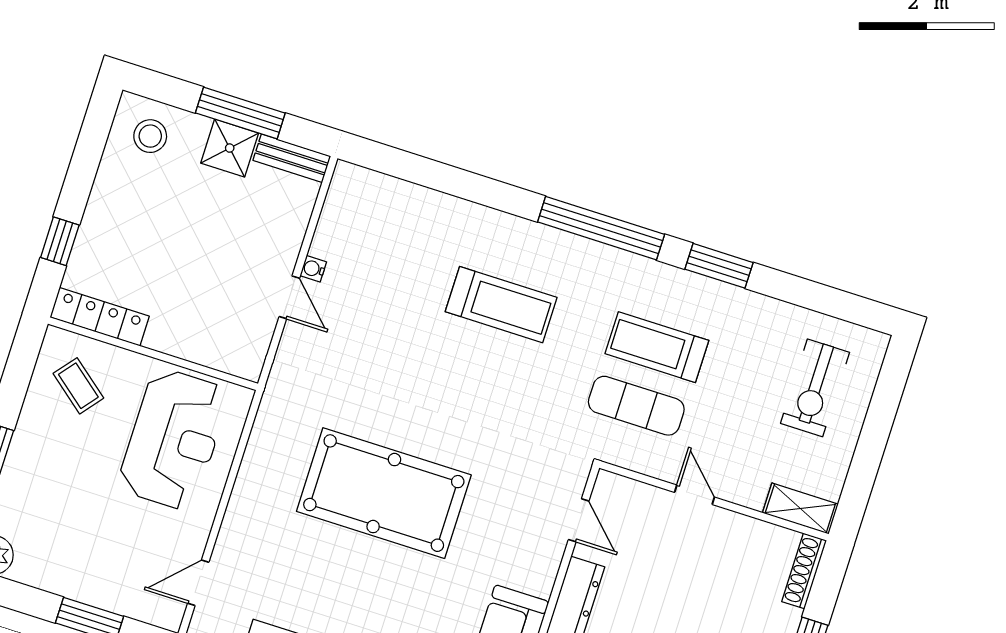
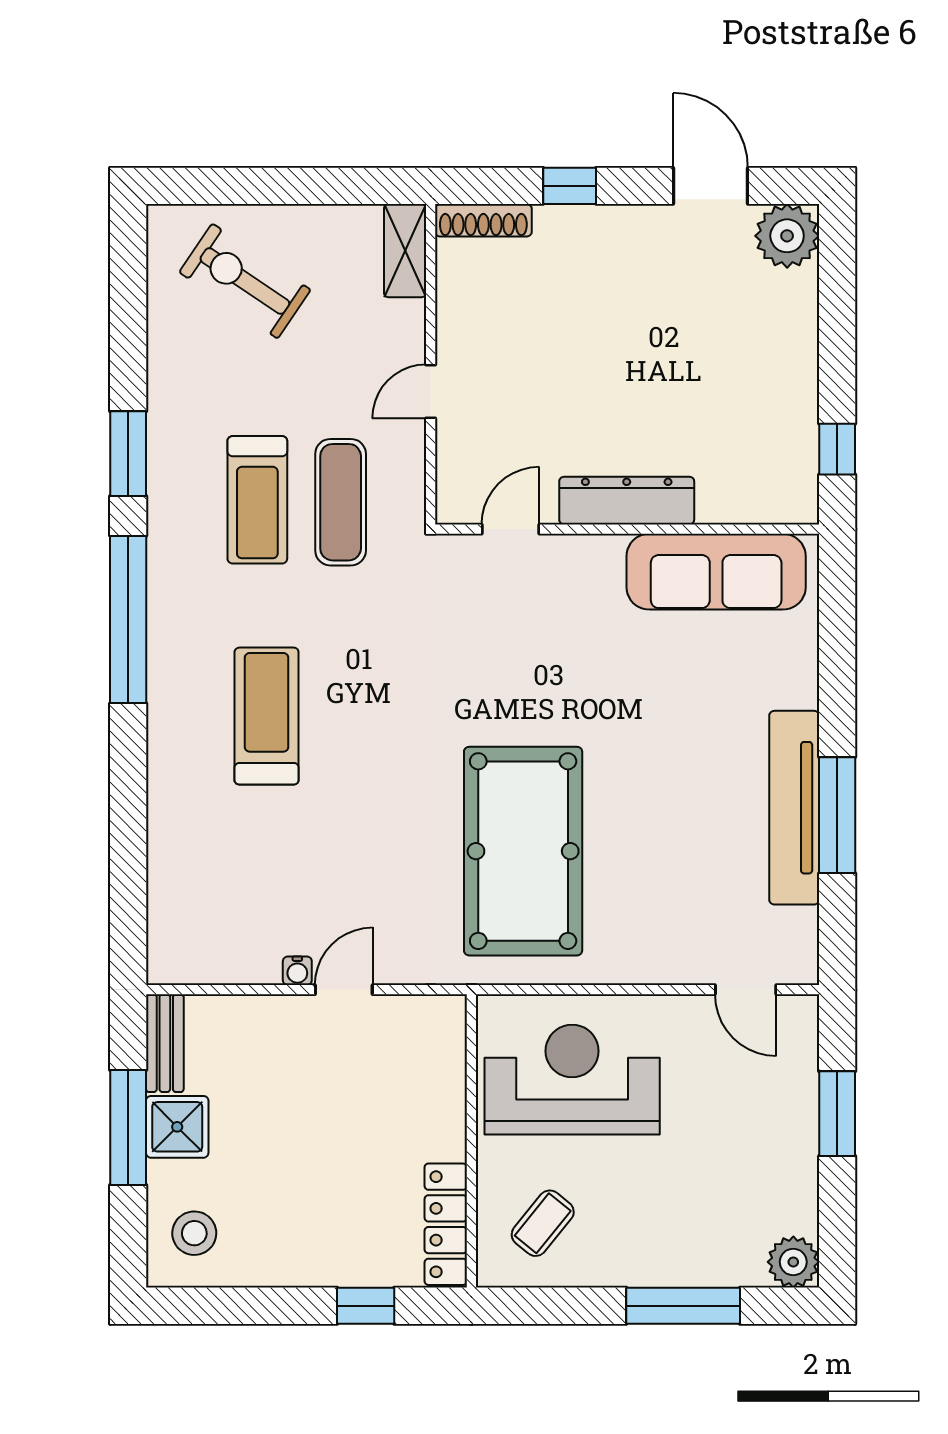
exercise bike: (815, 388) -> (245, 281), turned -146
pool table: (384, 493) -> (523, 851), moved

